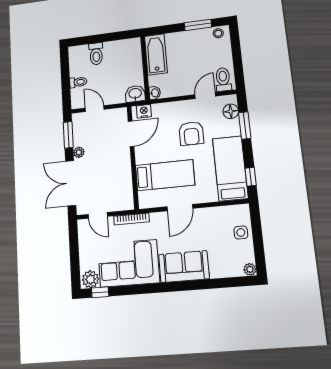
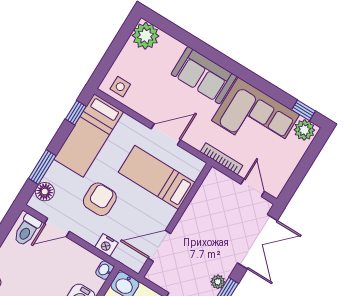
nightstand: (144, 111) -> (106, 245), moved
plant: (79, 152) -> (218, 282), moved
side table: (241, 232) -> (120, 87), moved
plant: (250, 269) -> (146, 36), width x1.87, depth x1.87

